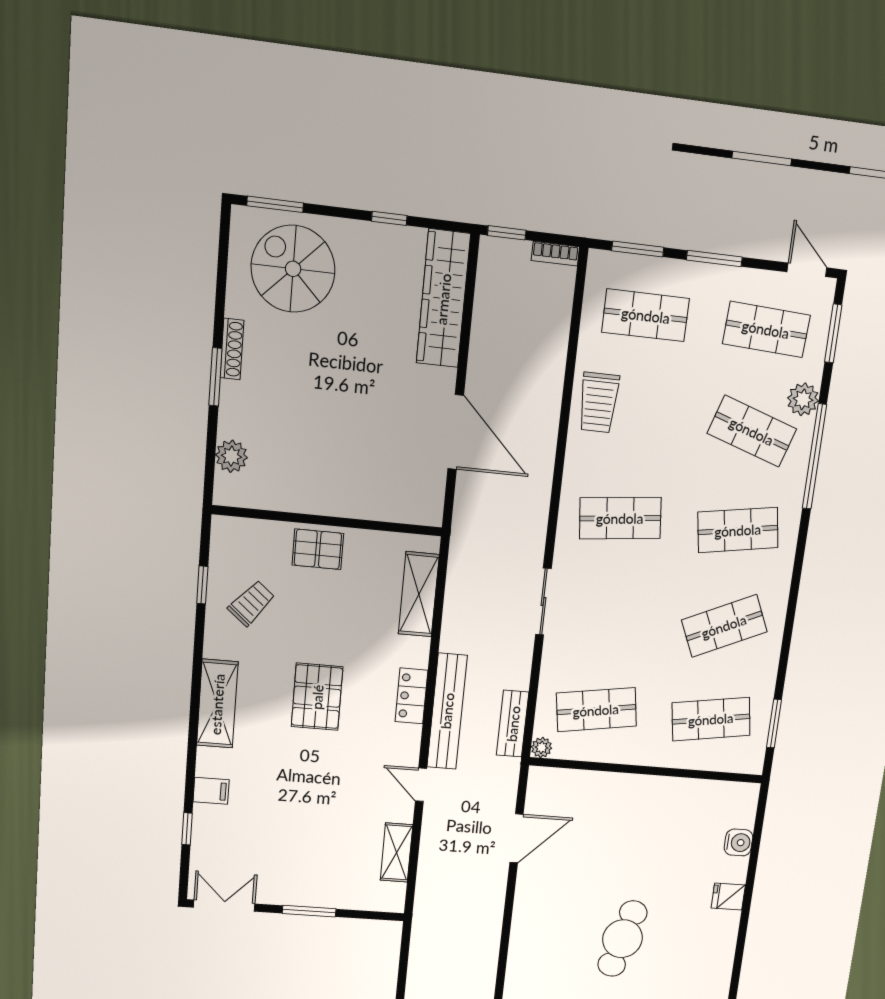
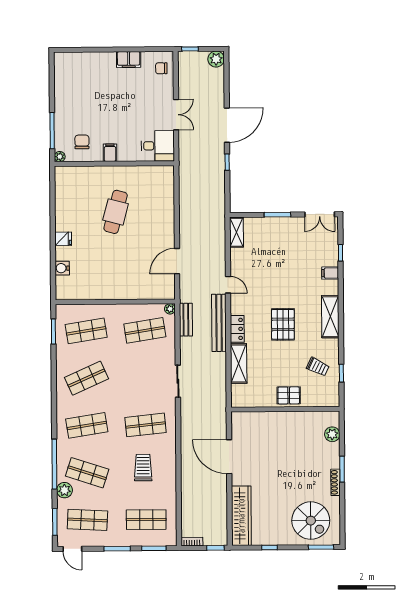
trolley: (599, 402) -> (143, 468), moved
shelving: (419, 594) -> (239, 363), moved
trolley: (251, 603) -> (318, 367), turned -104
shelving: (396, 852) -> (236, 232), moved

